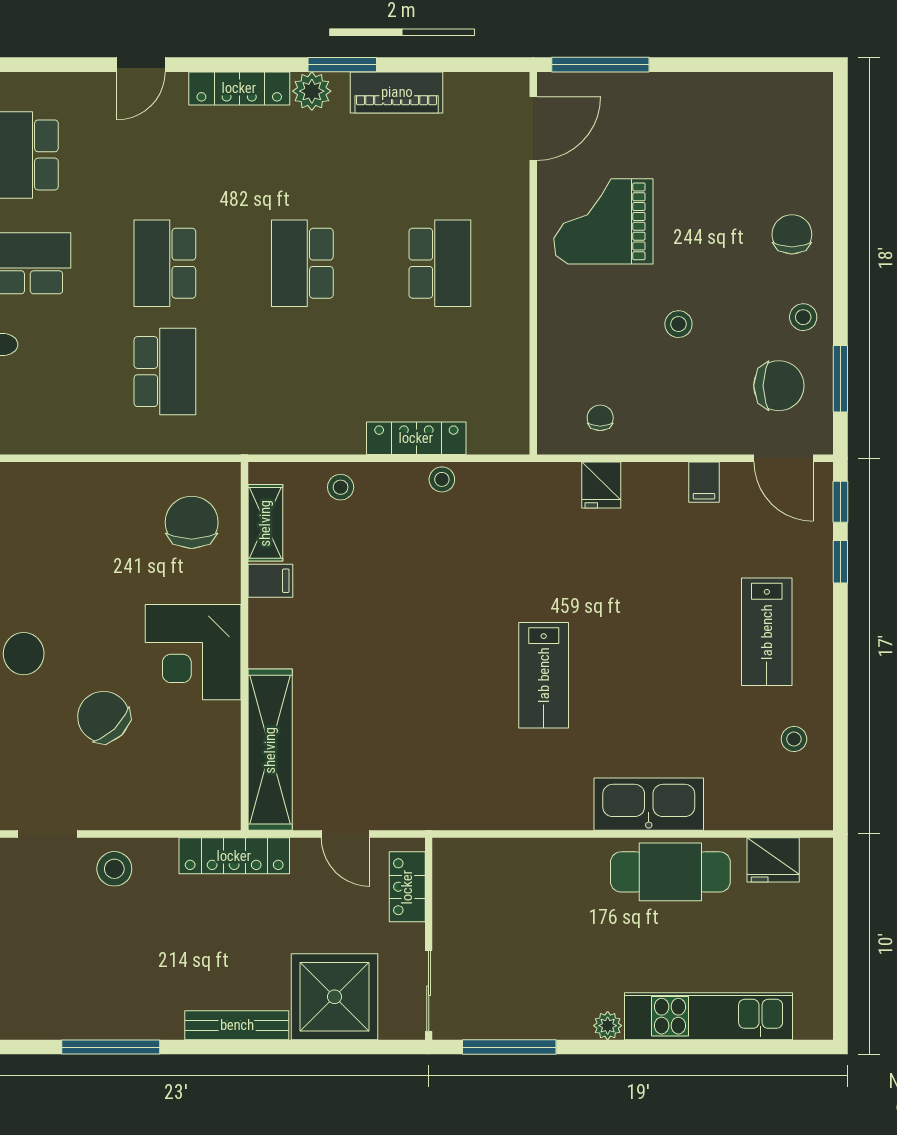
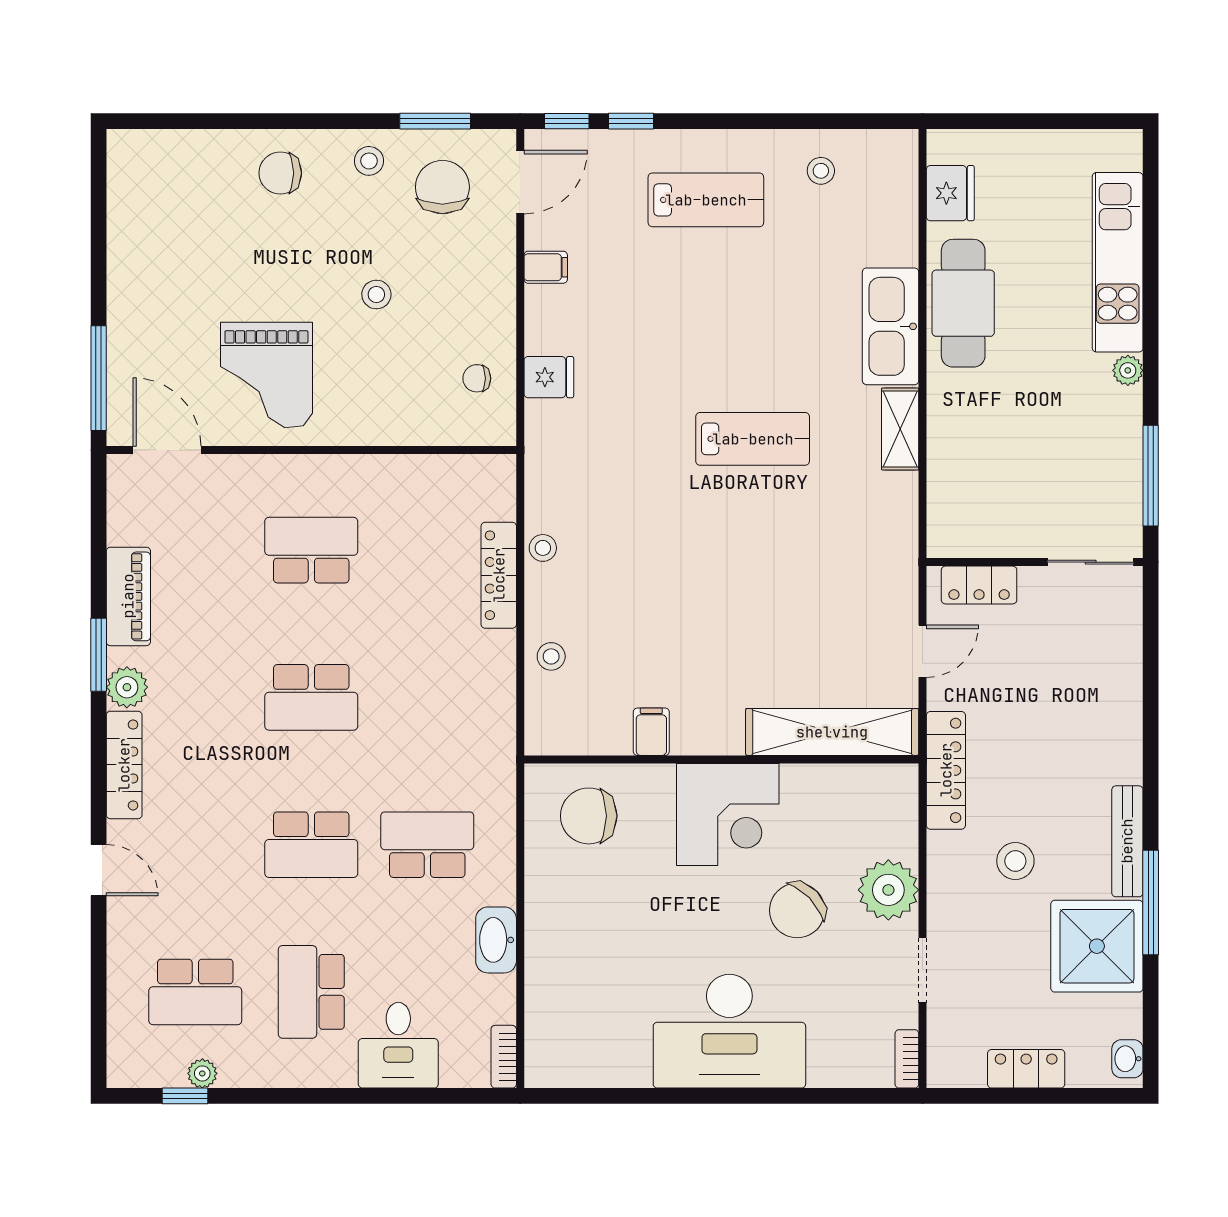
washbasin: (76, 436) -> (496, 940), added
shelving: (265, 523) -> (900, 429), moved, turned 90
plant: (123, 802) -> (888, 890), added
stool: (114, 869) -> (1015, 861), moved
shower: (335, 997) -> (1097, 946), moved
bench: (237, 1025) -> (1127, 841), moved

